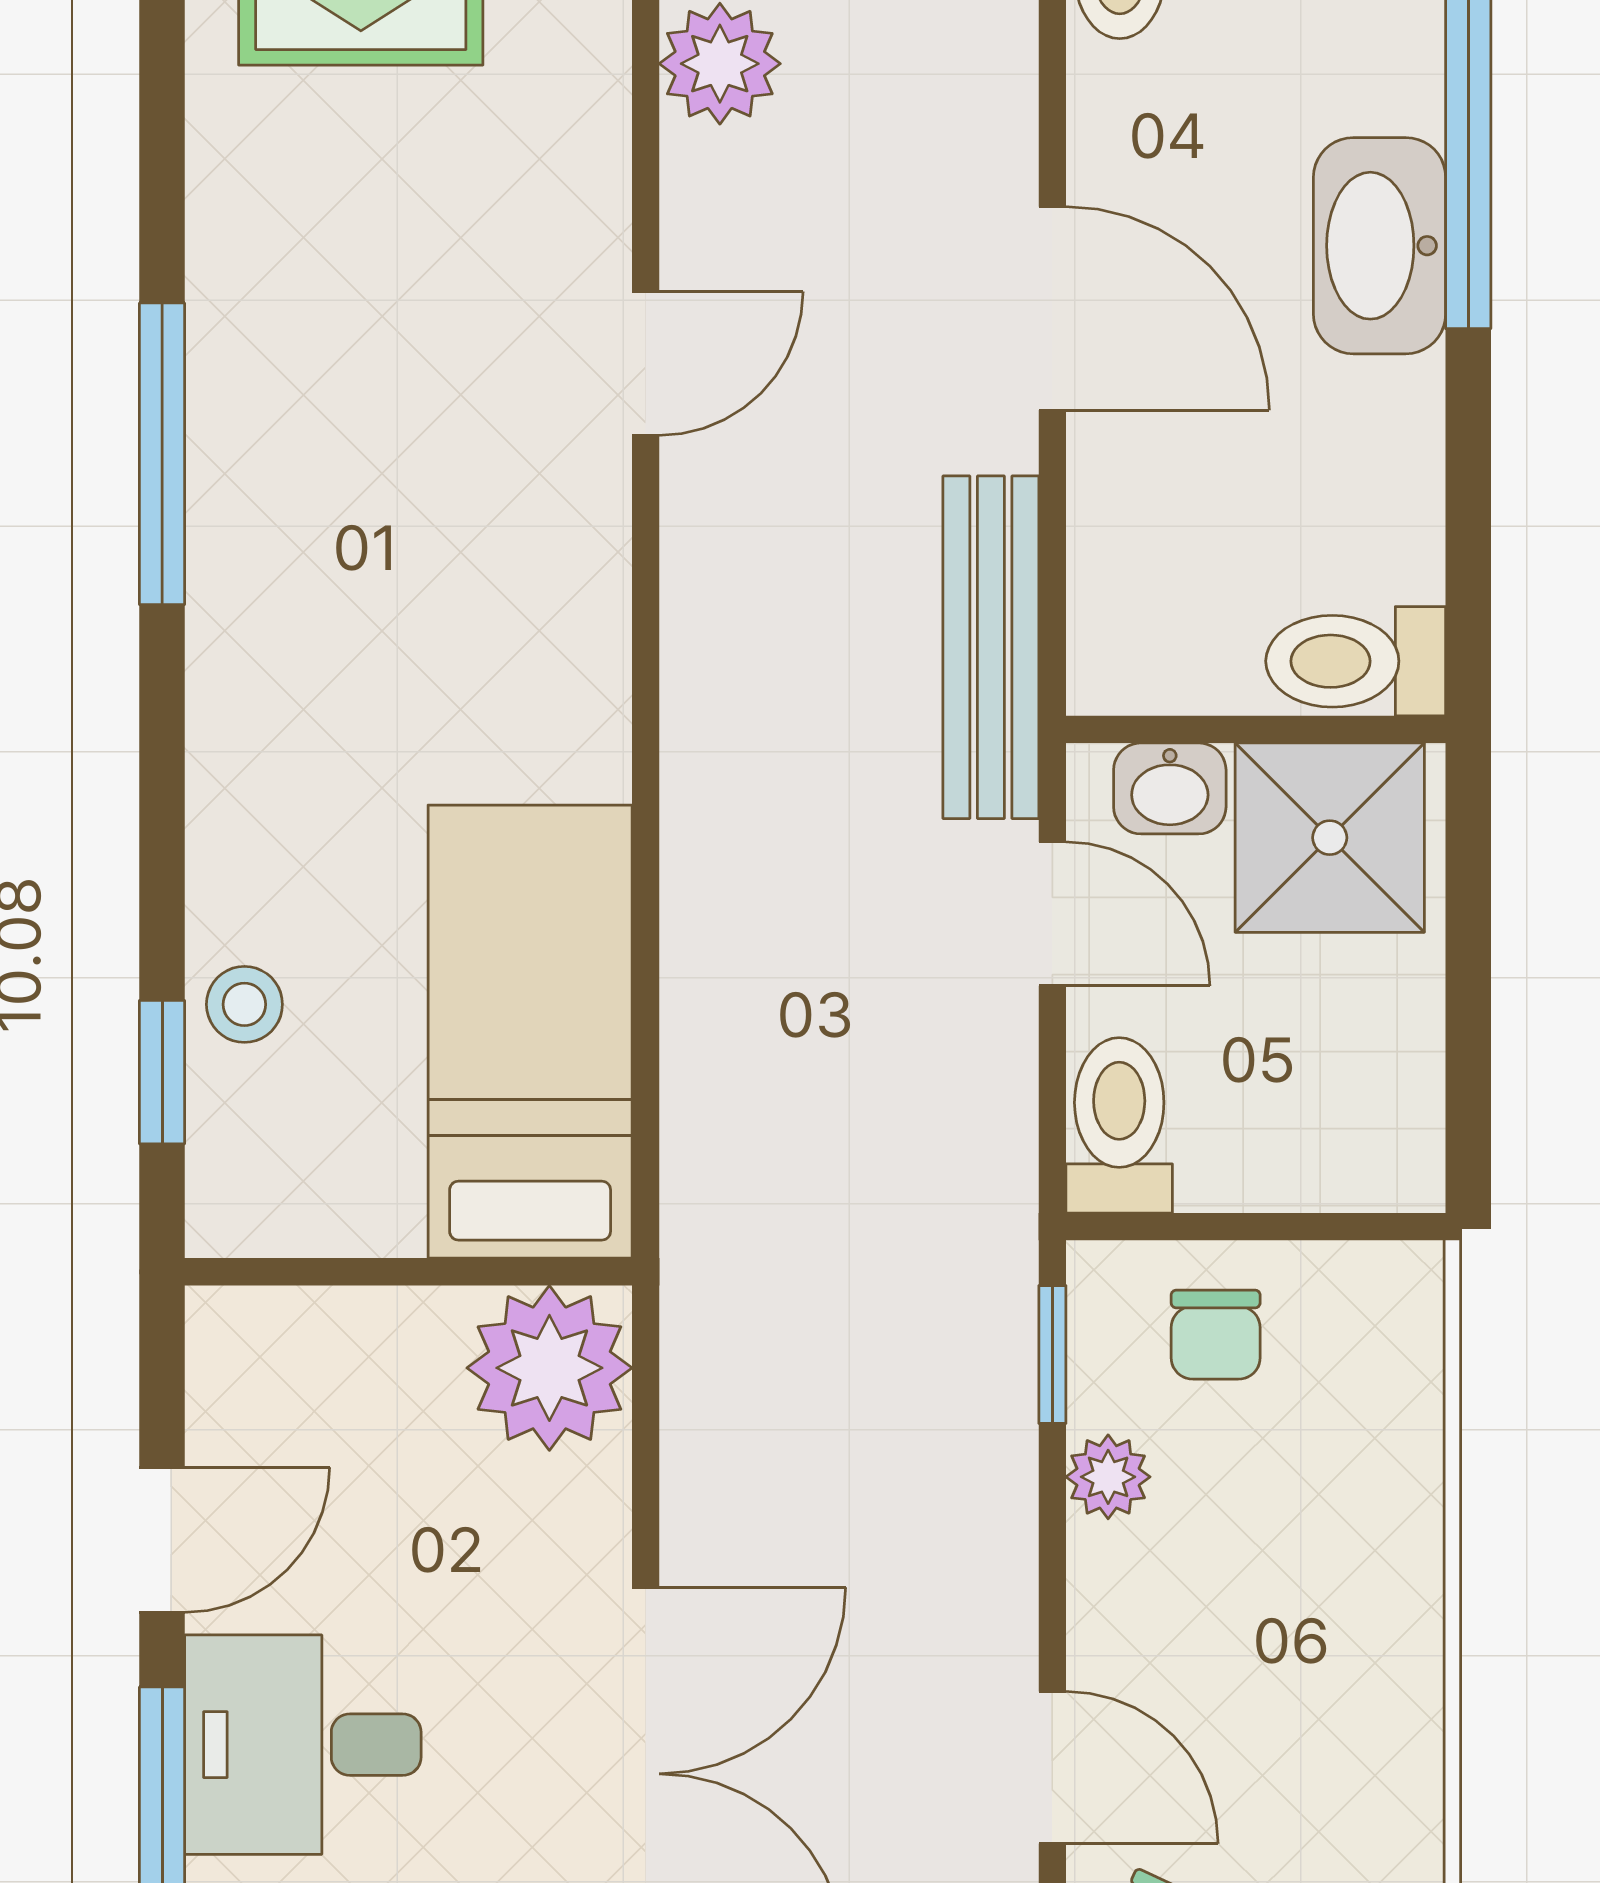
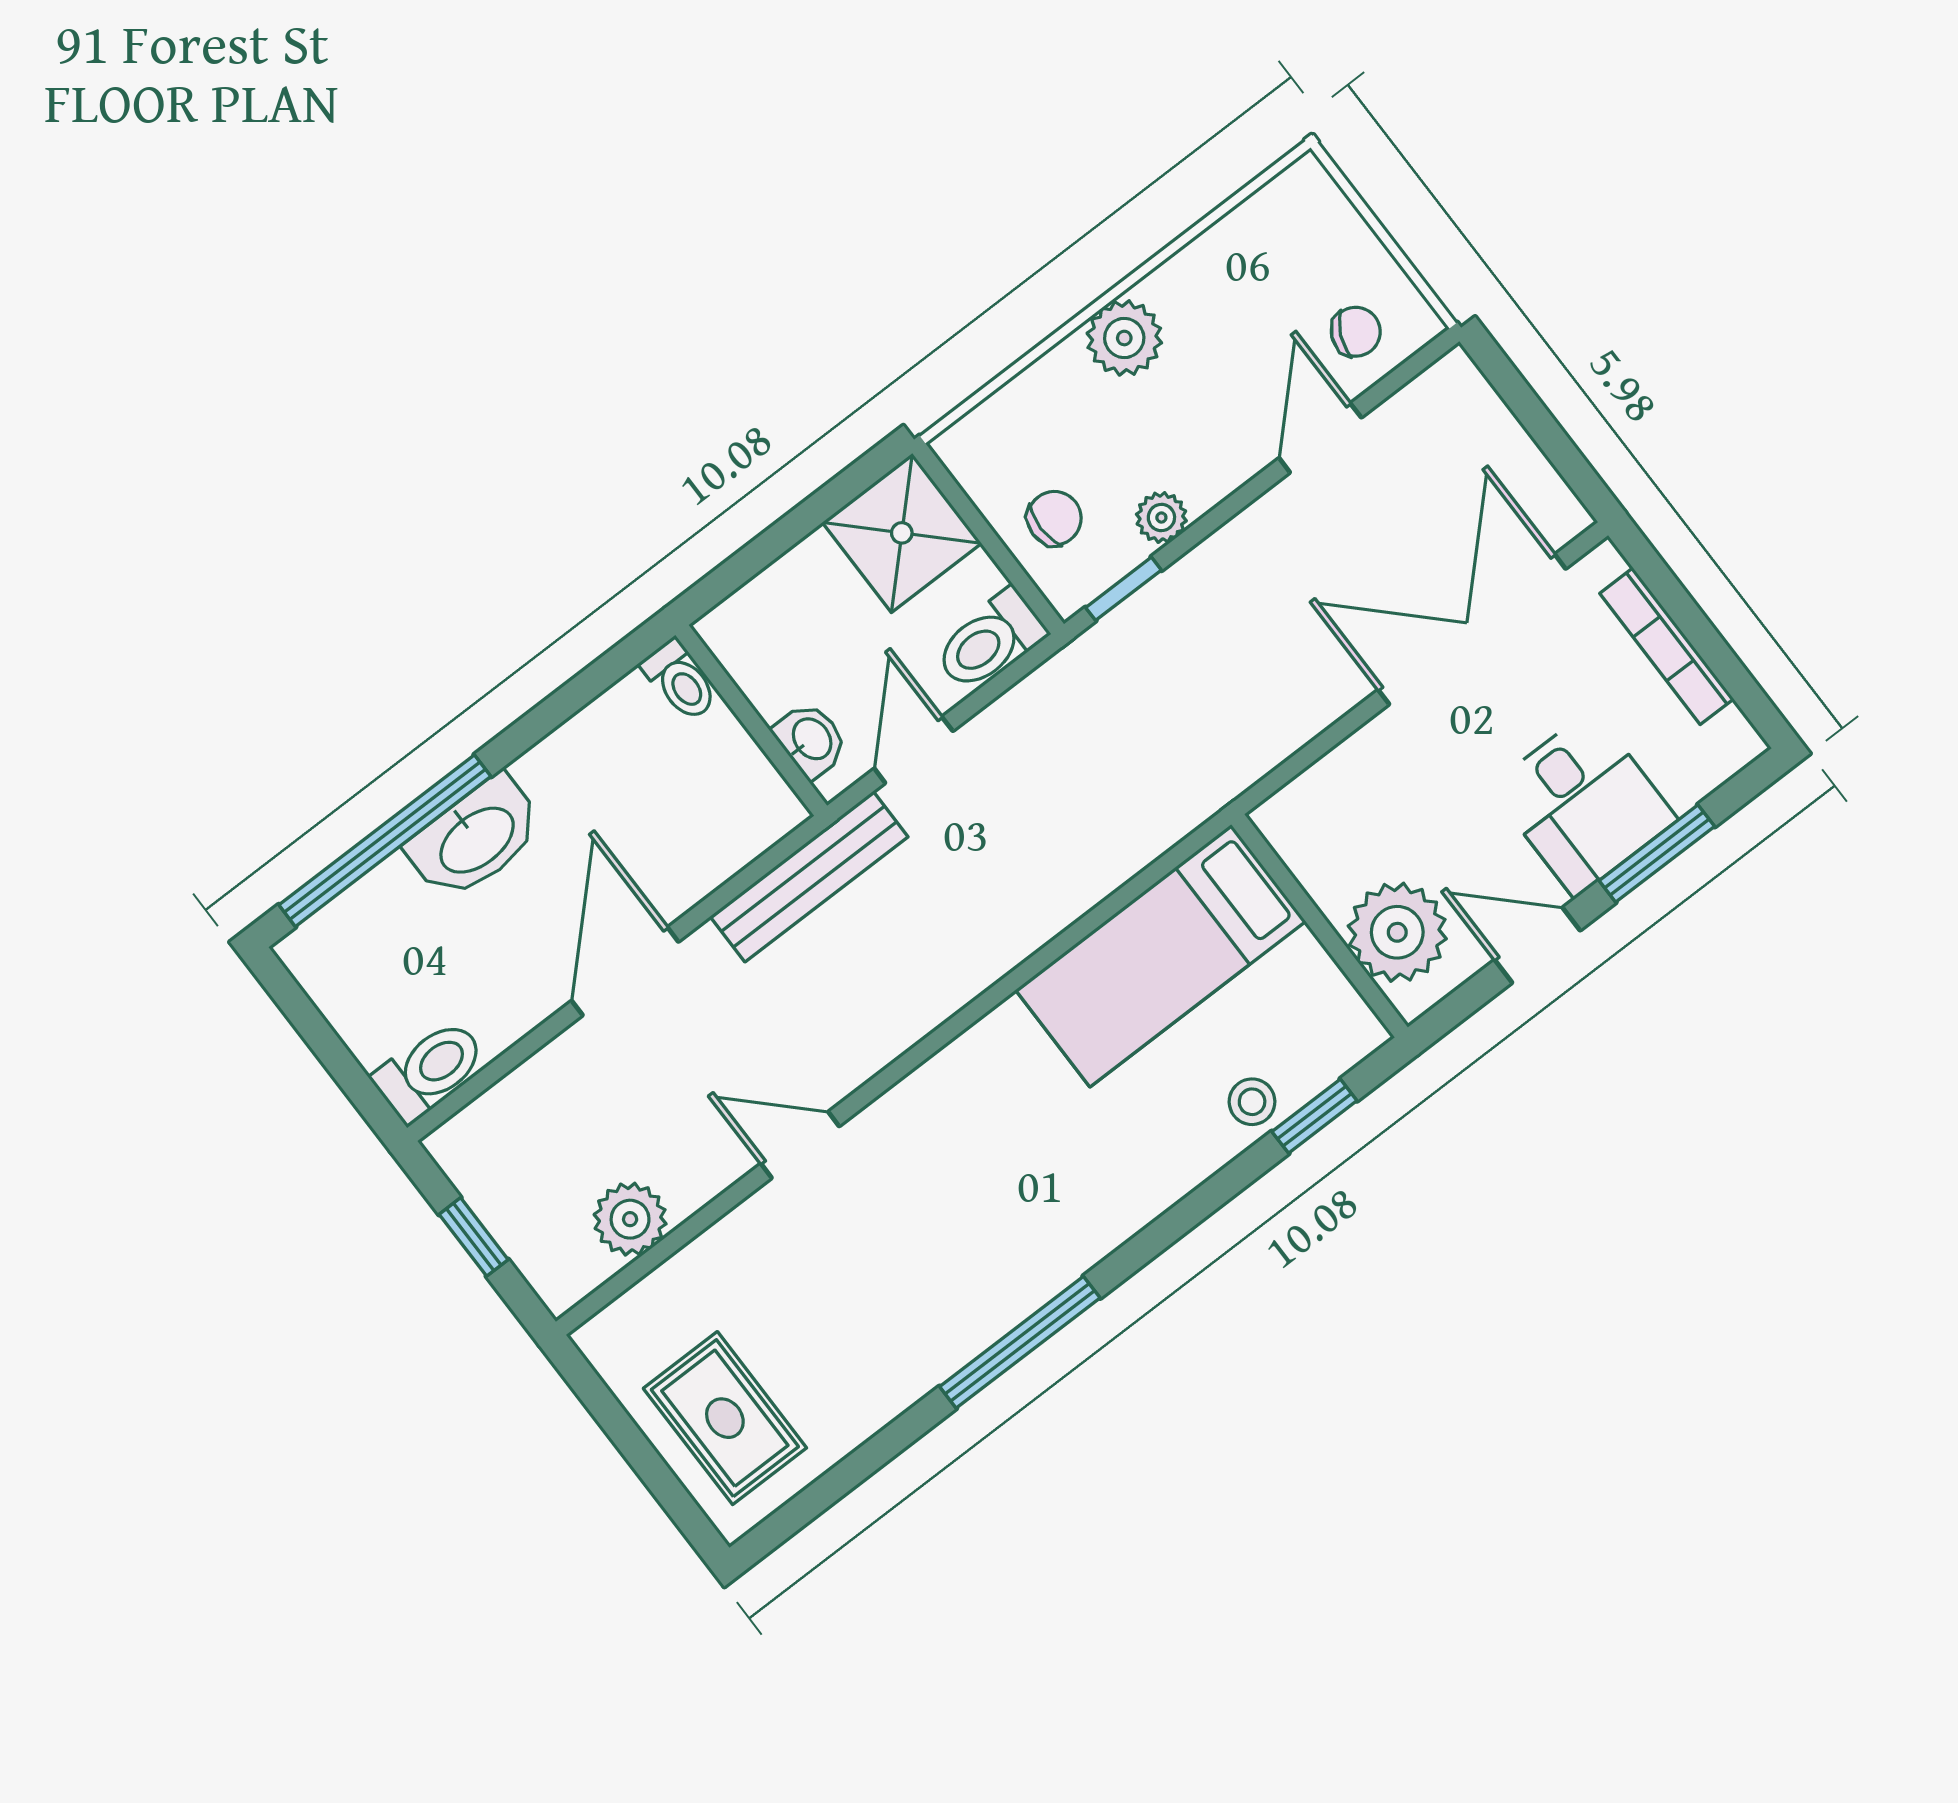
toilet: (1356, 661) -> (680, 680), width x0.73, depth x0.72
shower: (1330, 838) -> (902, 533), moved
plant: (549, 1368) -> (1397, 932), moved
plant: (1383, 1610) -> (1124, 338), added

